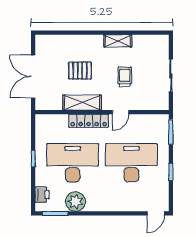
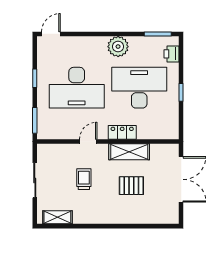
shelving: (118, 41) -> (57, 217), moved
trolley: (125, 77) -> (84, 179), turned 180
locker: (89, 121) -> (122, 132), width x0.66
desk: (73, 163) -> (139, 88), turned 180
plant: (75, 202) -> (118, 47), moved

